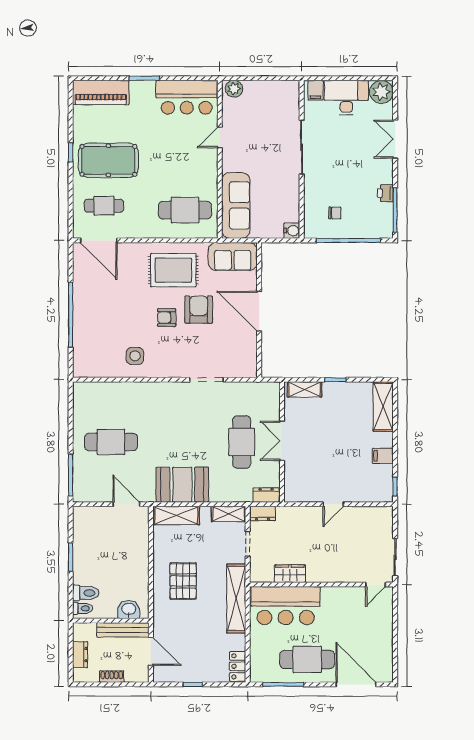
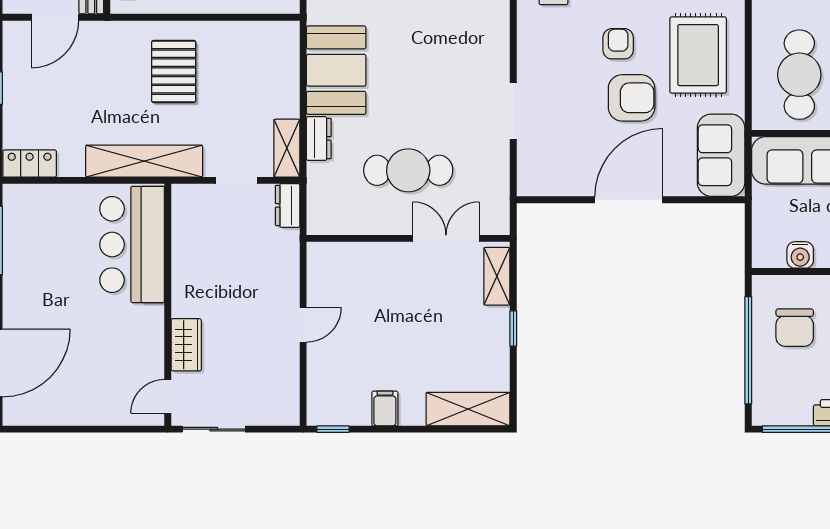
chair: (335, 213) -> (795, 328), width x1.87, depth x1.87
water cooler: (292, 231) -> (800, 255), moved
double door: (282, 441) -> (446, 238), moved
dresser: (266, 495) -> (319, 138), moved
door: (333, 504) -> (303, 325), swing flipped
shelving: (176, 516) -> (284, 60), removed
wardrobe: (290, 574) -> (186, 345), moved
pallet: (183, 581) -> (174, 71), turned 90
door: (376, 585) -> (168, 396), hinge flipped
cafe table: (307, 659) -> (41, 281), removed

